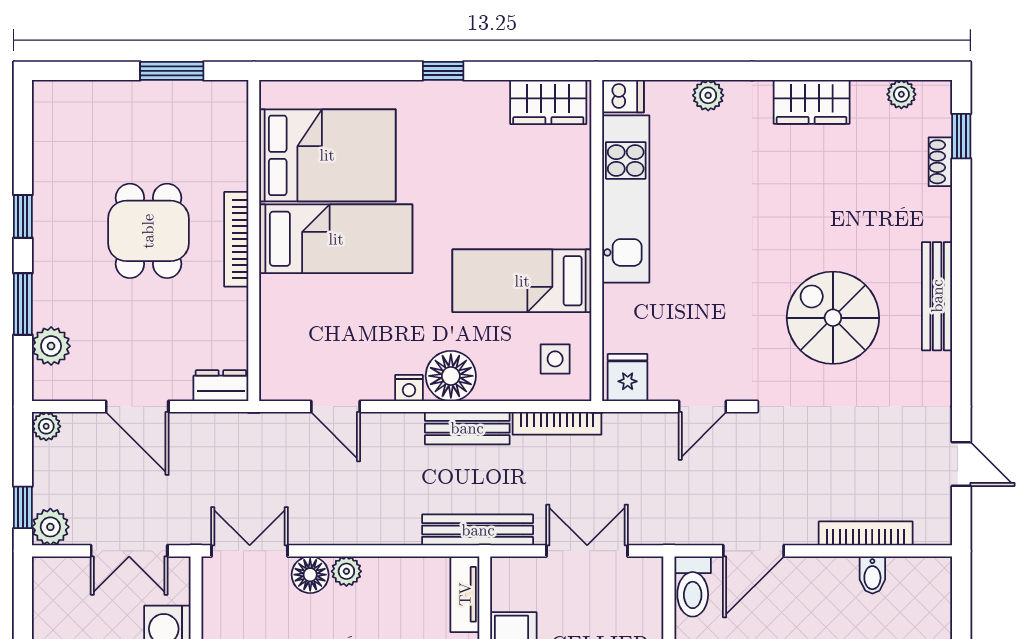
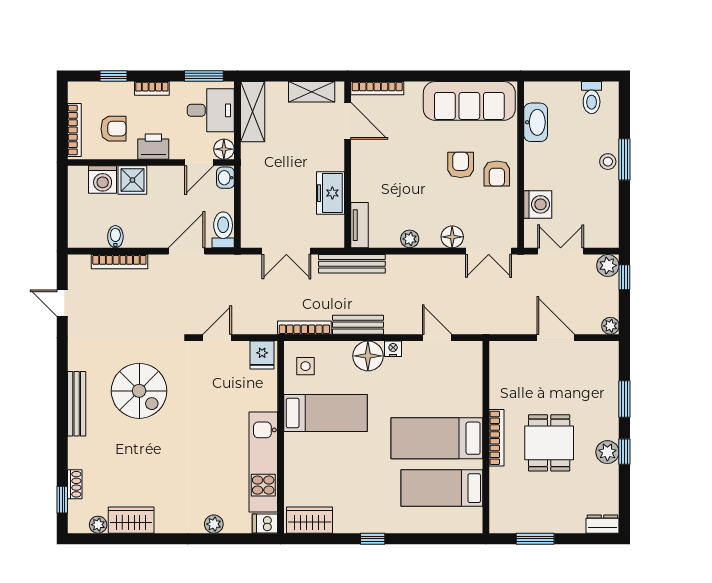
wardrobe: (812, 102) -> (131, 520), moved
bed: (327, 155) -> (442, 488), width x0.67
plant: (51, 346) -> (607, 452), moved
dresser: (221, 386) -> (602, 524), moved, turned 180
plant: (346, 571) -> (410, 239), moved

